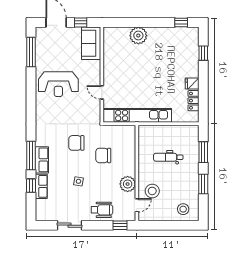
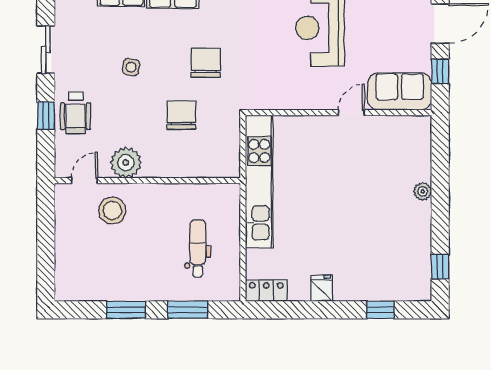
plant: (138, 36) -> (423, 191), width x0.53, depth x0.53
door: (102, 92) -> (351, 113), moved
locker: (193, 101) -> (266, 291), moved
dental chair: (168, 157) -> (198, 248), moved
door: (137, 205) -> (84, 181), swing flipped
stool: (183, 209) -> (77, 271), removed
window: (120, 225) -> (46, 116), moved

